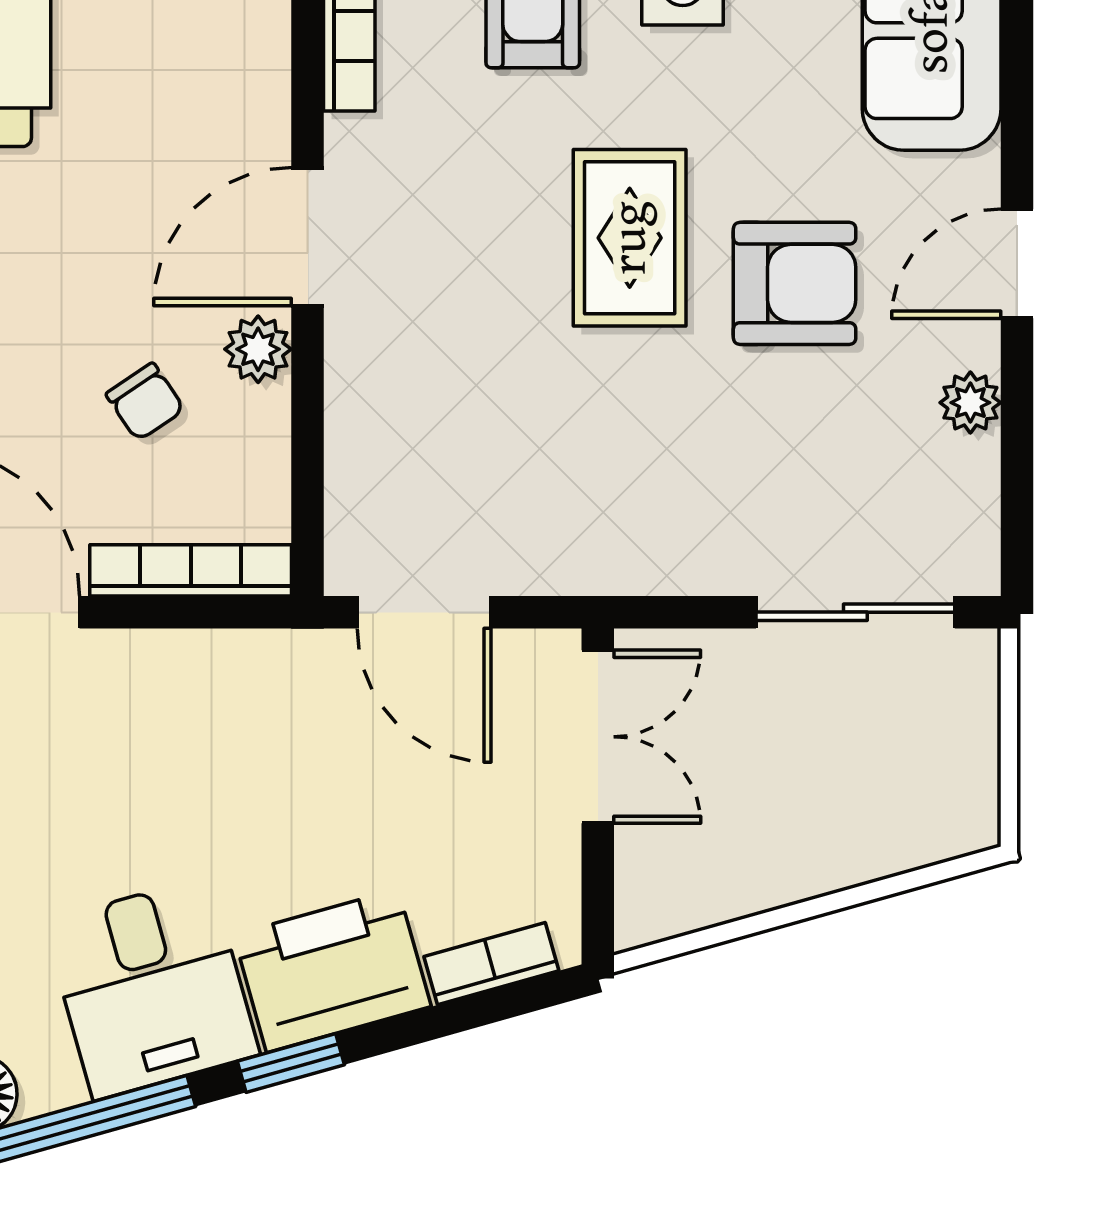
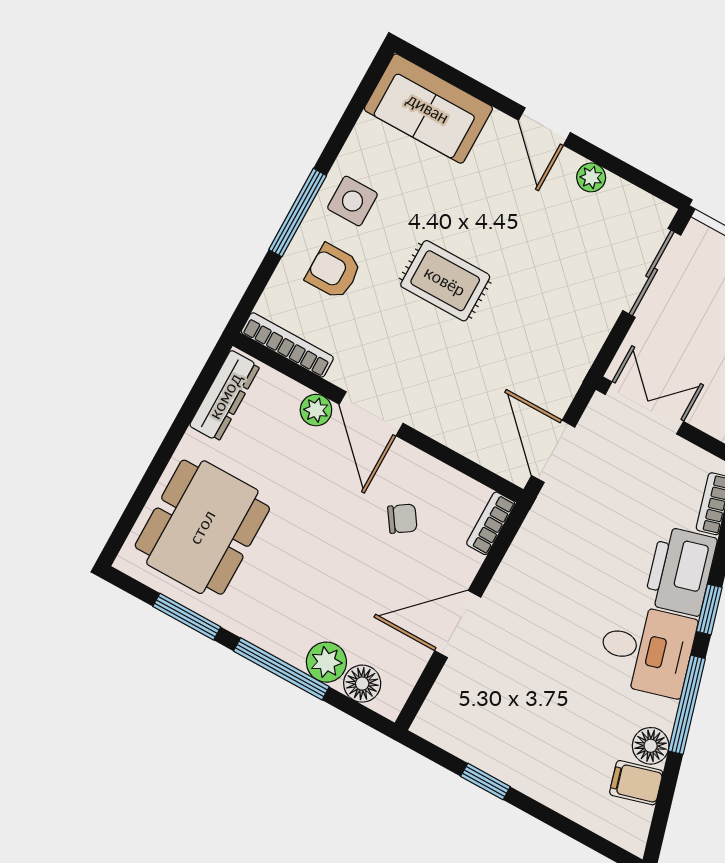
armchair: (795, 283) -> (502, 223), removed
plant: (258, 349) -> (316, 410), moved
bookcase: (191, 570) -> (491, 523), width x0.64
door: (424, 612) -> (553, 451), swing flipped

